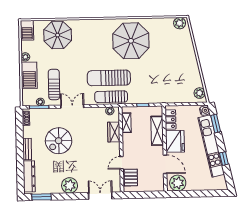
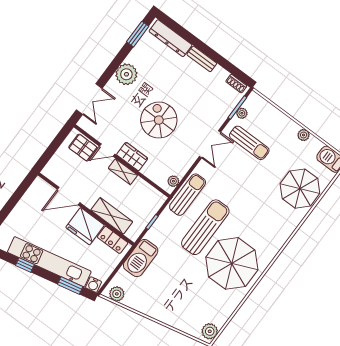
barbecue: (29, 75) -> (141, 258), moved, turned -90
sun lounger: (109, 78) -> (205, 227), moved
shelving: (126, 123) -> (123, 172), moved
wardrobe: (114, 132) -> (132, 157), moved
spiral stairs: (59, 141) -> (159, 120), moved
door: (121, 163) -> (107, 150), swing flipped
plant: (178, 183) -> (37, 194), removed

